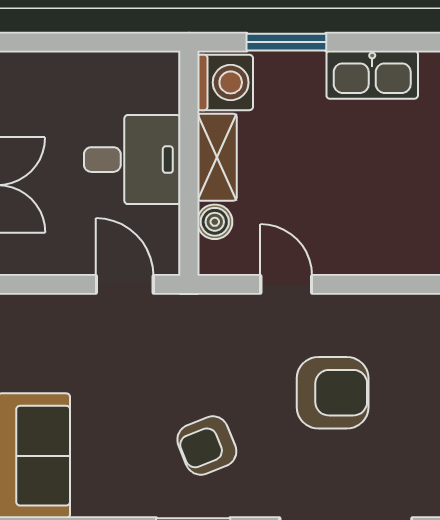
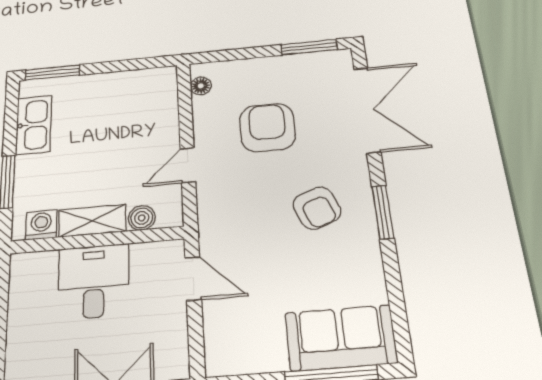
washing machine: (225, 82) -> (41, 225), width x0.73, depth x0.73
door: (125, 284) -> (193, 279), swing flipped
floor lamp: (410, 307) -> (201, 86), added

